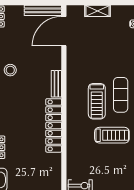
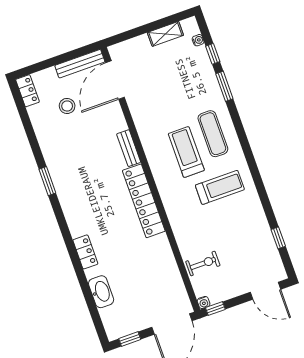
shelving: (97, 11) -> (165, 34), moved
stool: (10, 70) -> (67, 106), moved
treadmill: (97, 101) -> (186, 152), turned 180

